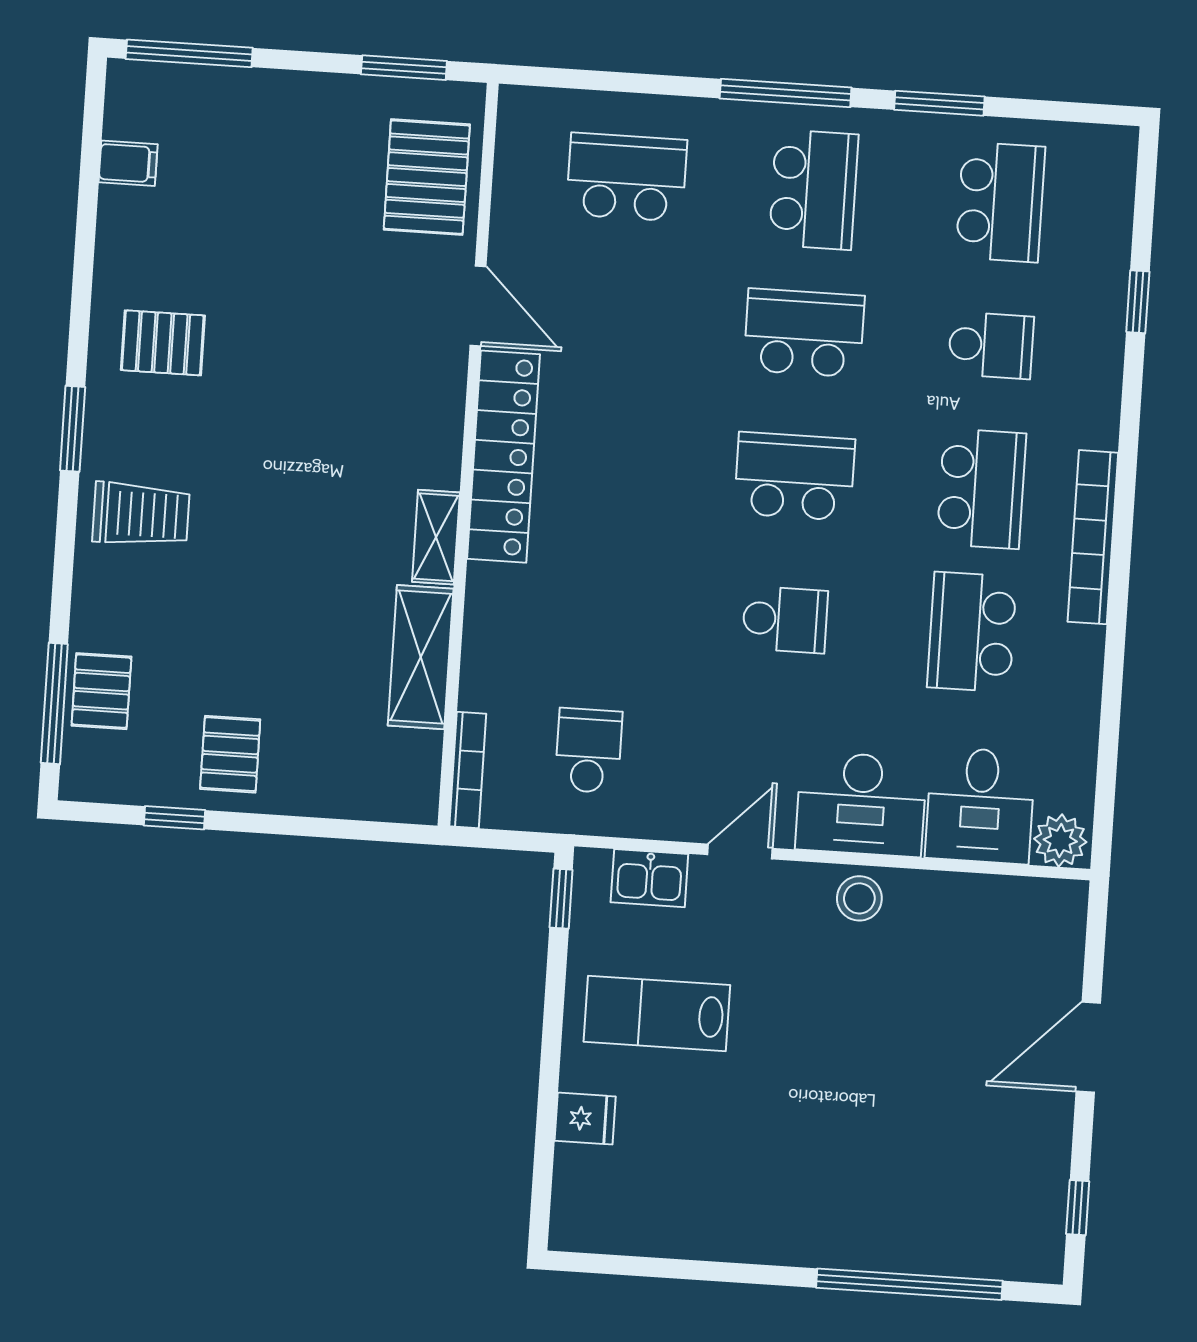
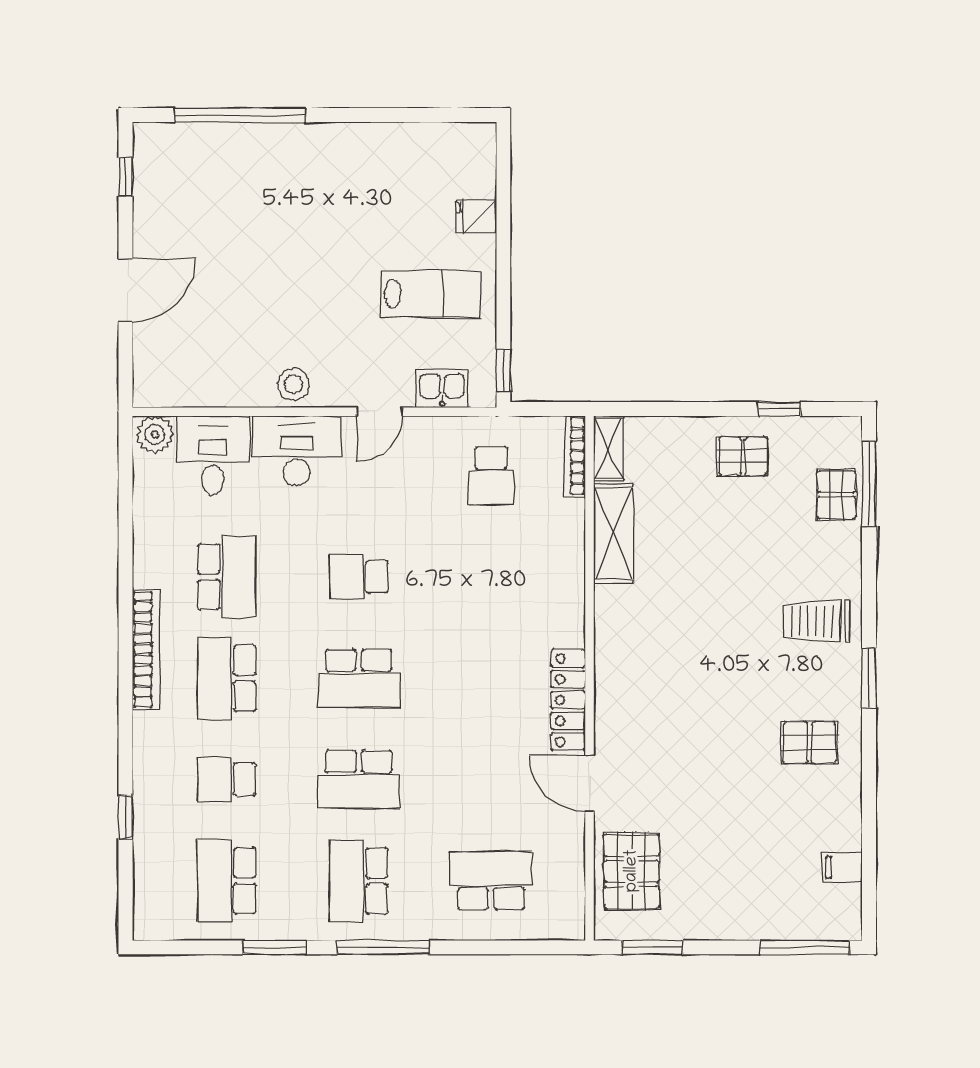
school desk: (627, 177) -> (491, 881), turned 180
locker: (503, 457) -> (568, 700), width x0.71, depth x0.83
shelving: (436, 537) -> (608, 448), moved
pallet: (230, 754) -> (743, 456), turned 90

